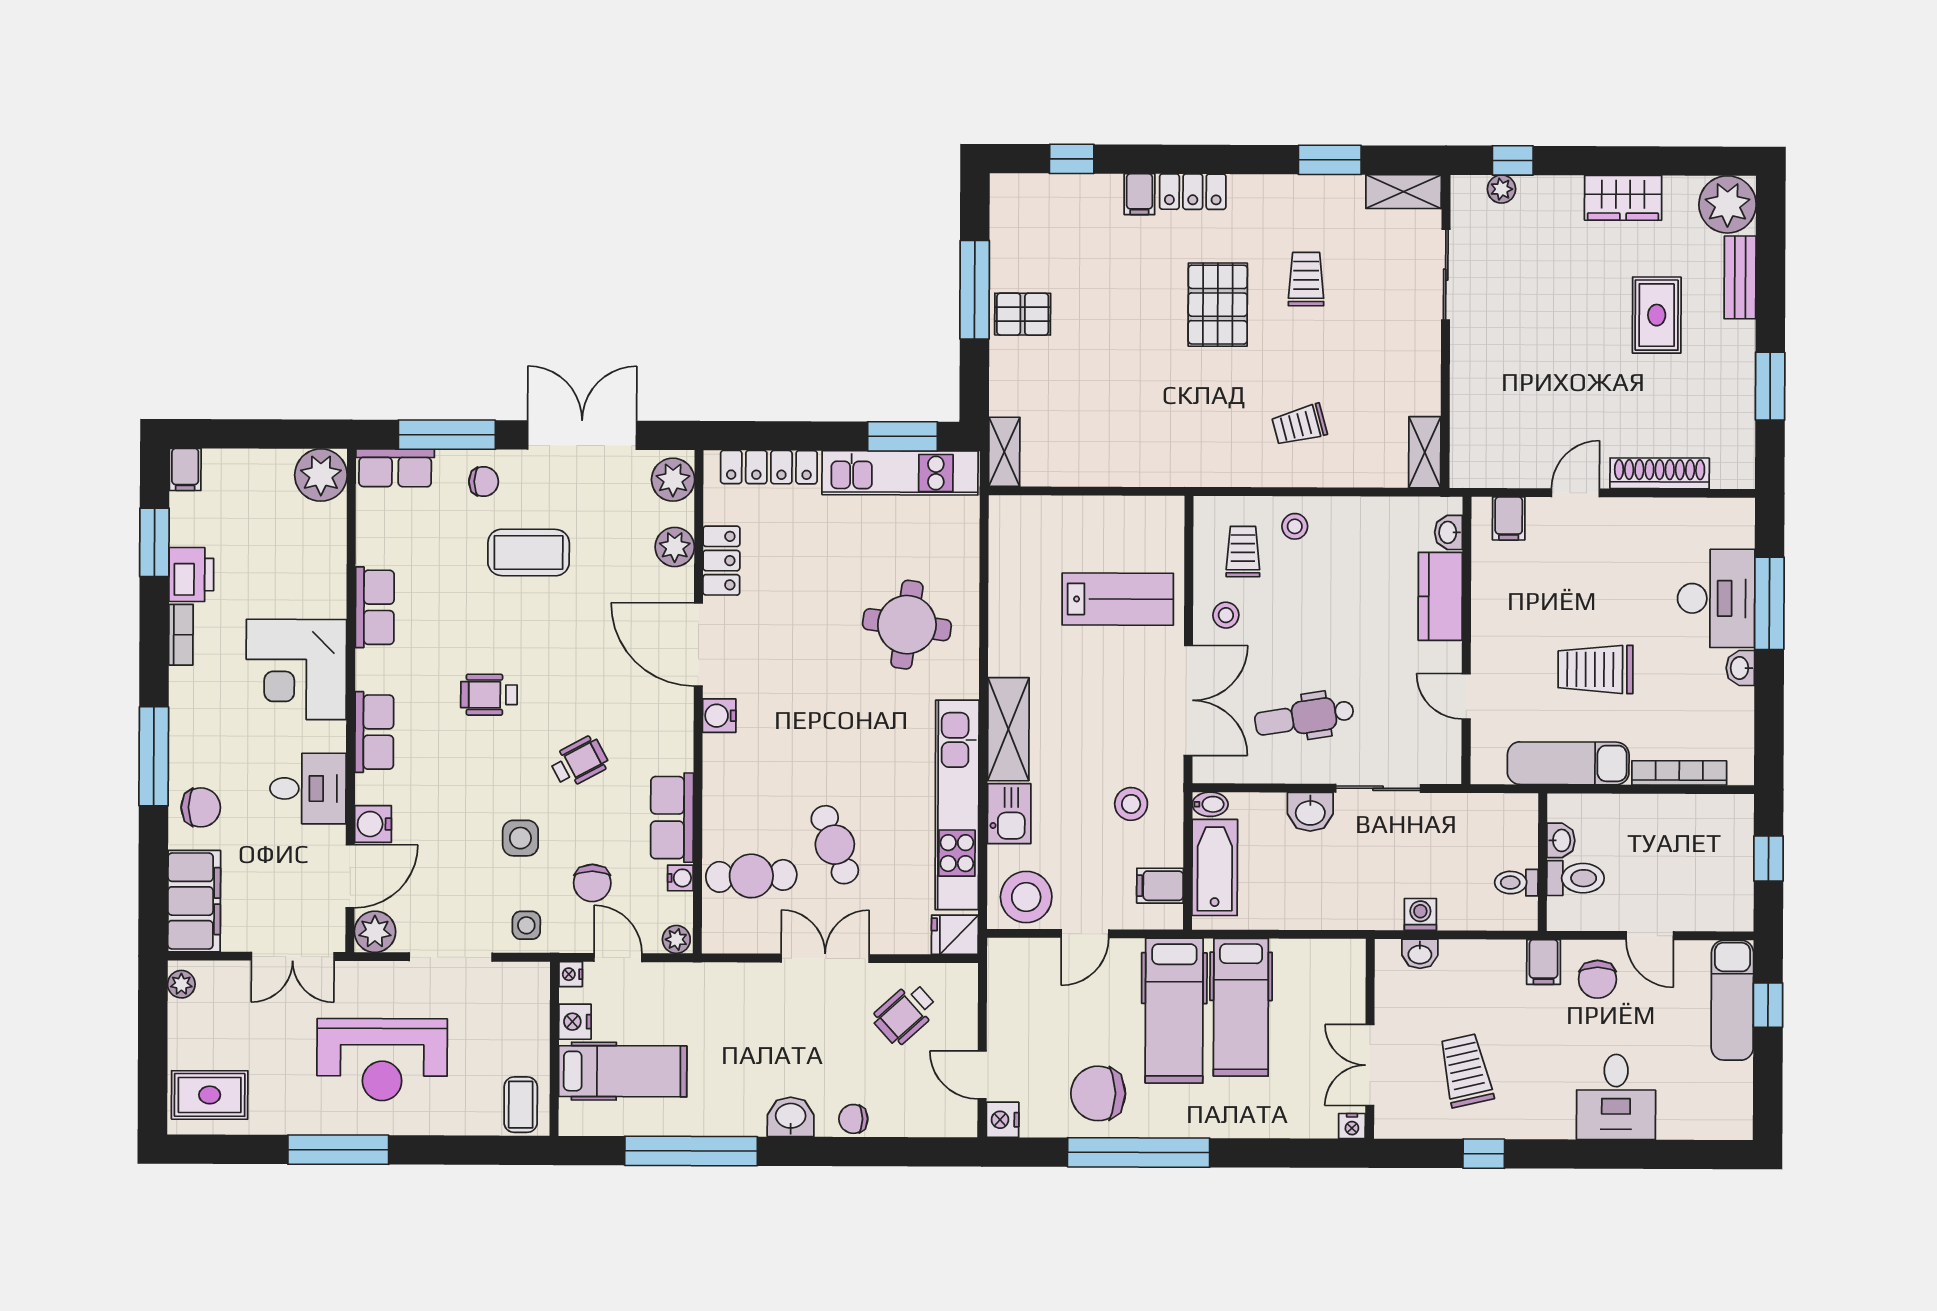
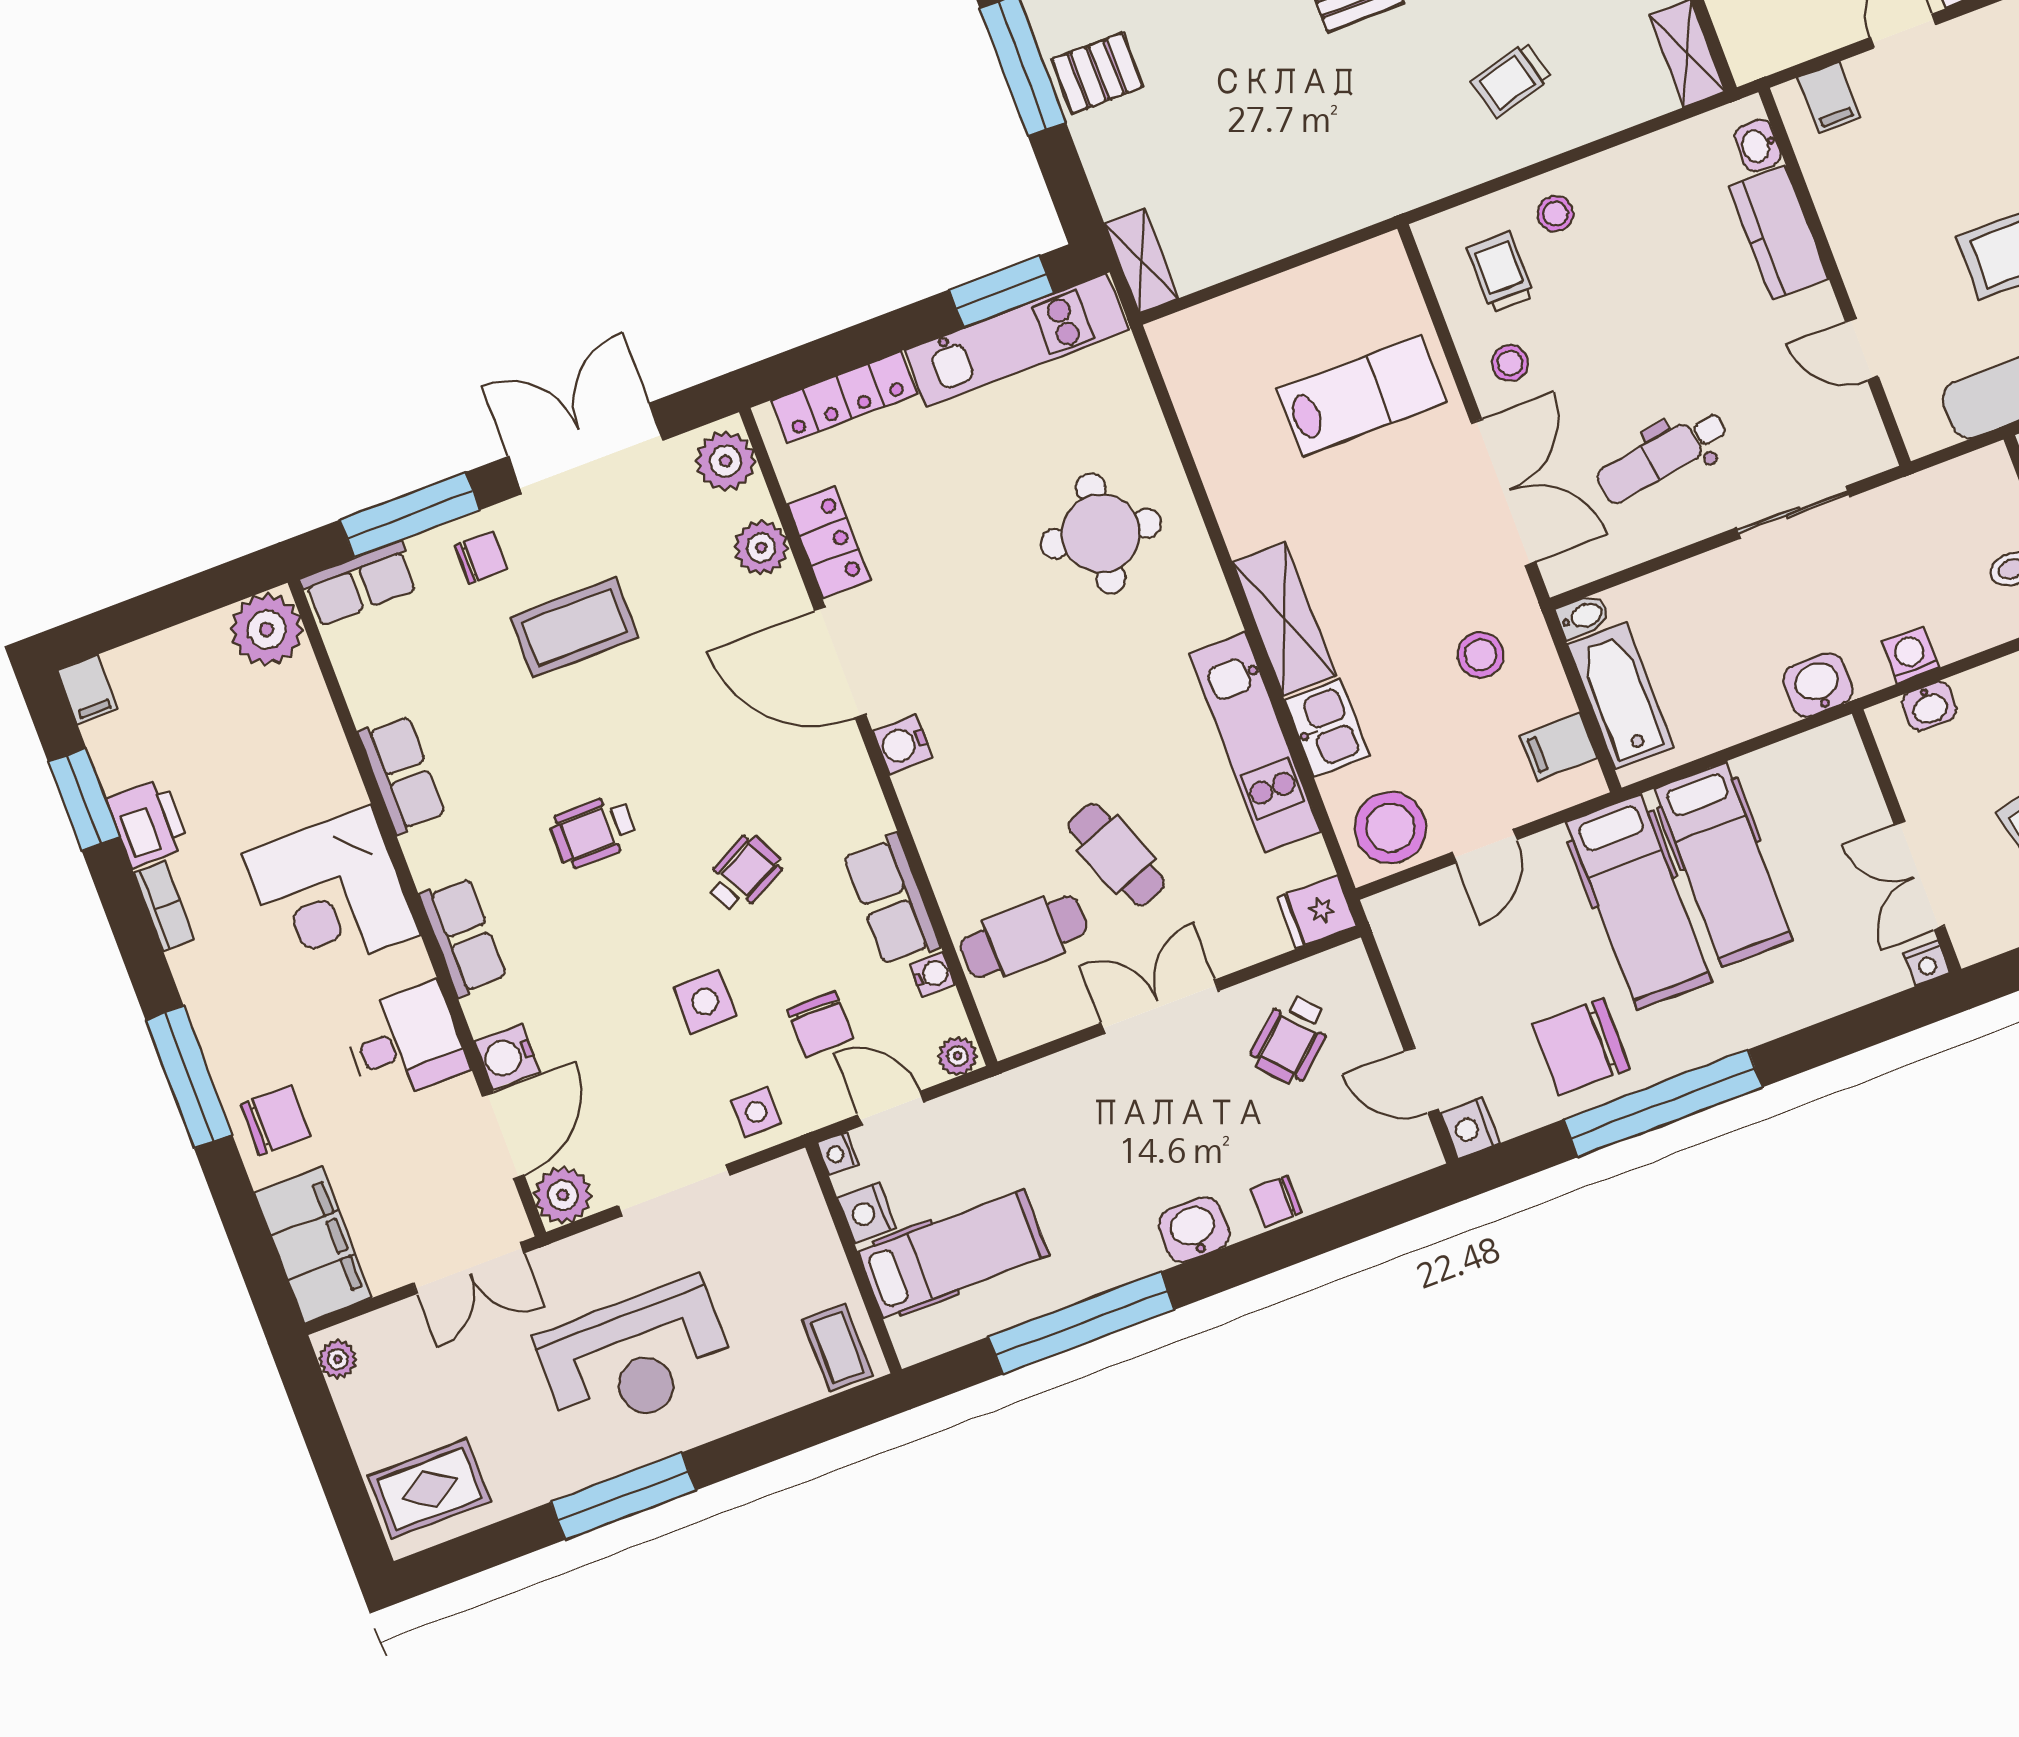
kitchen unit: (957, 805) -> (1255, 742), width x0.73
washbasin: (1310, 812) -> (1818, 685), moved, turned 180

